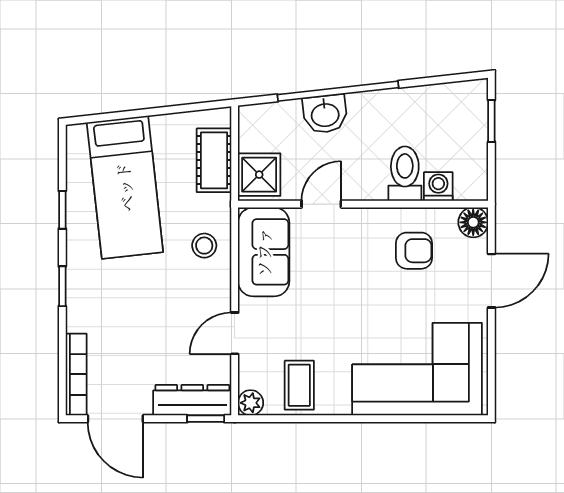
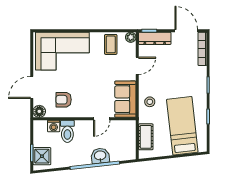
shower: (259, 175) -> (42, 156), moved

